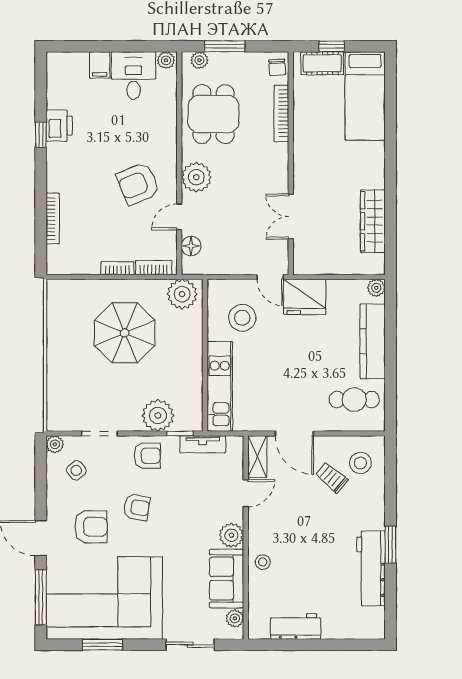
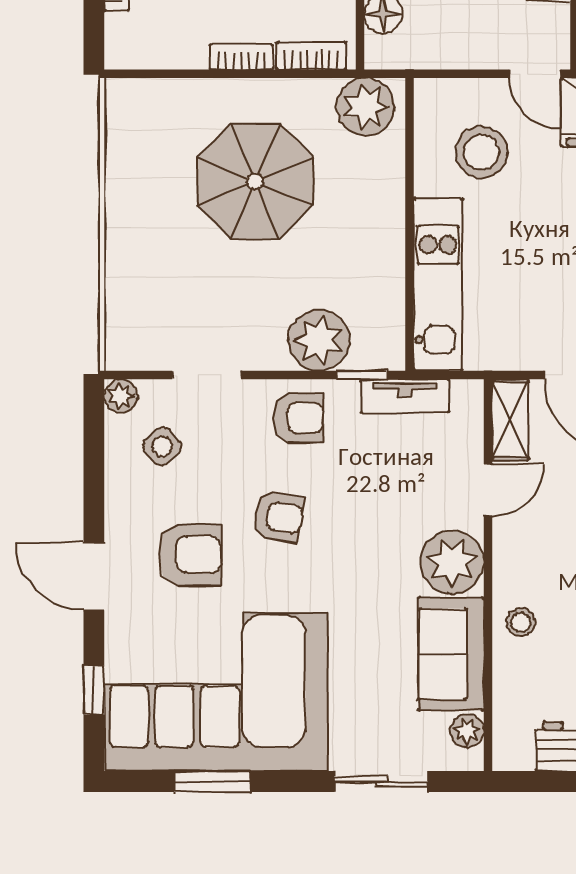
plant: (231, 535) -> (452, 562), width x1.36, depth x1.36
window: (41, 597) -> (94, 690), width x0.46

